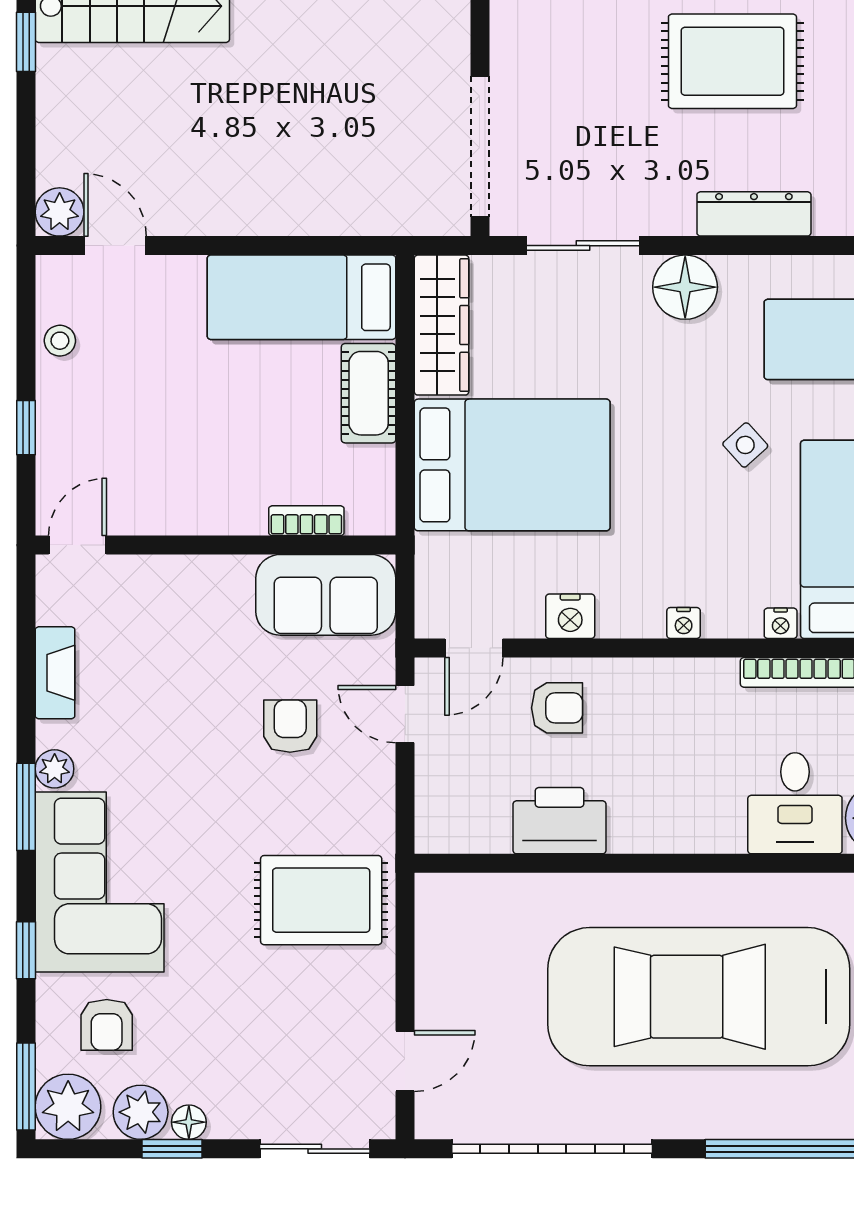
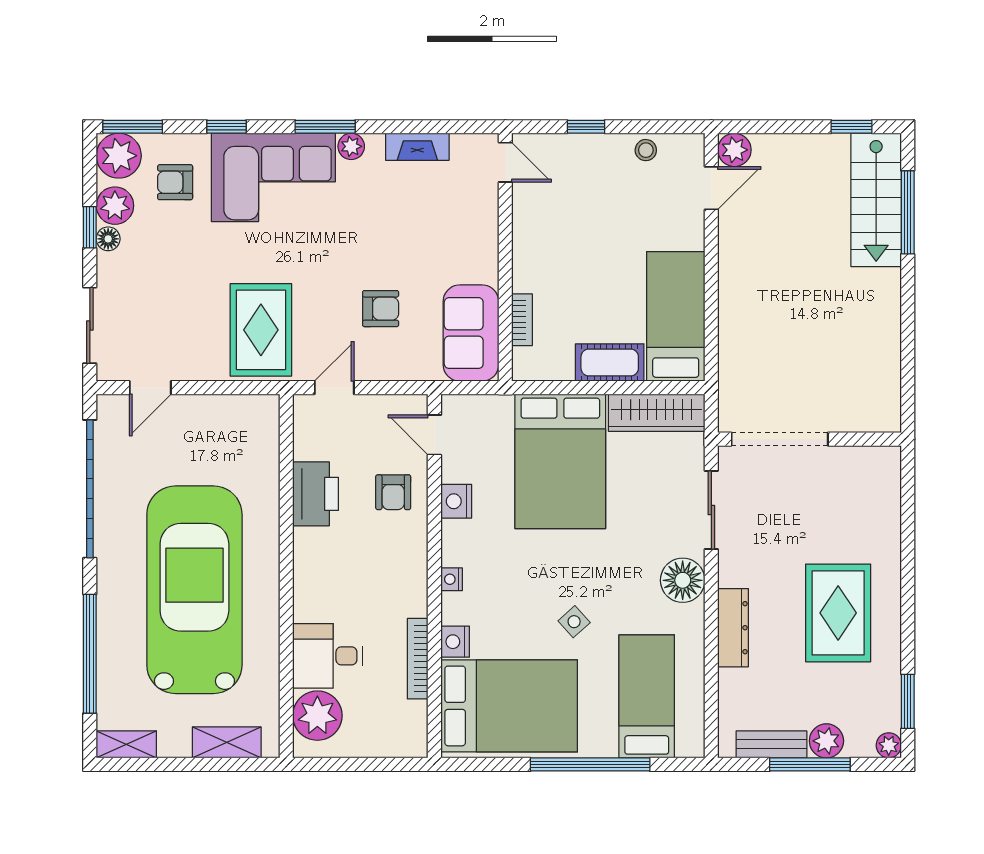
nightstand: (781, 623) -> (455, 642), width x1.39, depth x1.35
door: (405, 714) -> (334, 388), moved
door: (405, 1061) -> (150, 388), hinge flipped

